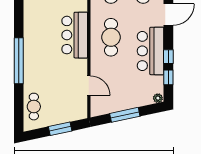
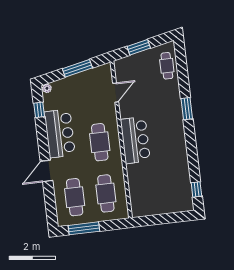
window: (168, 57) -> (42, 130), removed
window: (19, 61) -> (187, 109), width x0.47
door: (89, 86) -> (116, 93), swing flipped

